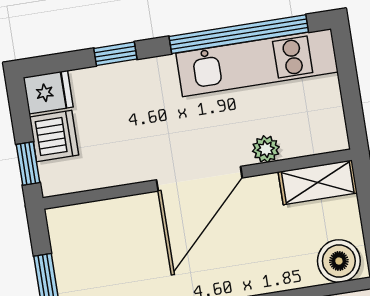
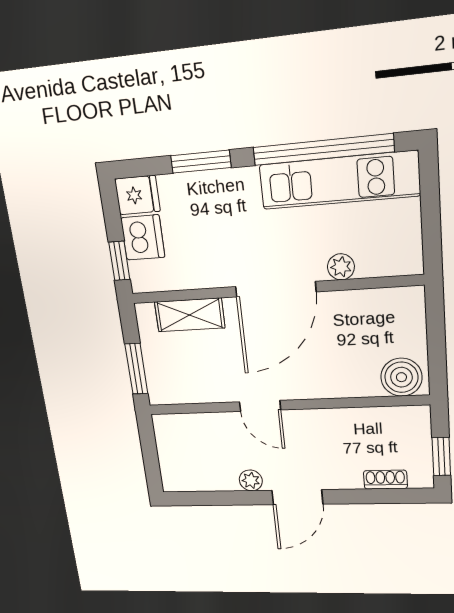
window: (115, 54) -> (201, 162), width x1.50
shelving: (318, 182) -> (190, 315), moved

